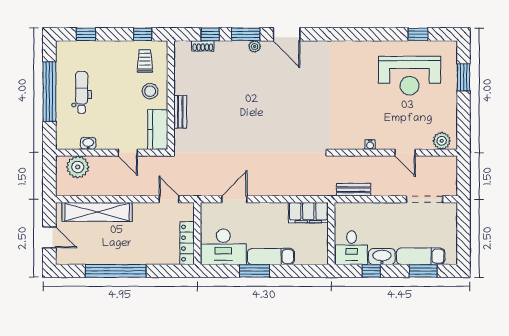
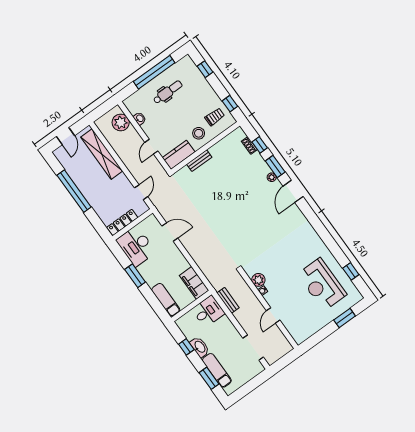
plant: (442, 141) -> (258, 280), moved
desk: (352, 248) -> (208, 311), moved, turned 180
exam couch: (271, 256) -> (166, 300), moved

